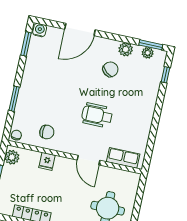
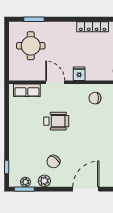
fridge: (47, 161) -> (79, 74), moved

